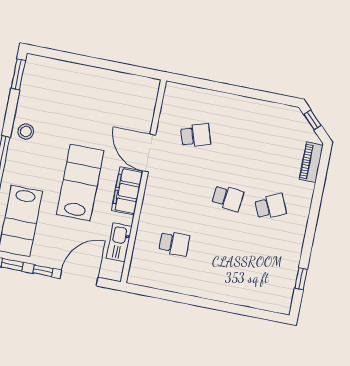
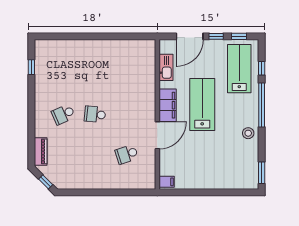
filing cabinet: (149, 88) -> (167, 182), added
door: (149, 153) -> (157, 135), hinge flipped
lab bench: (80, 183) -> (202, 105), turned 180
school desk: (174, 244) -> (127, 74), removed

